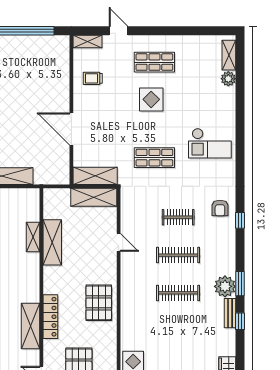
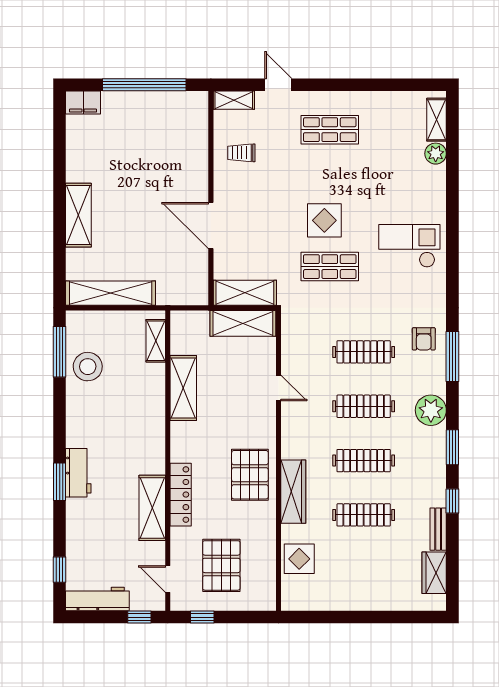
display table: (151, 99) -> (324, 220), moved
checkout: (210, 143) -> (409, 246), turned 180
clothes rail: (178, 217) -> (364, 352), width x1.36
window: (240, 220) -> (452, 356), width x2.17
shelving: (33, 237) -> (156, 341), moved
plant: (225, 286) -> (431, 410), moved
bench: (230, 313) -> (438, 529), moved
wardrobe: (129, 315) -> (293, 492), added
clothes rail: (178, 331) -> (364, 515), added

